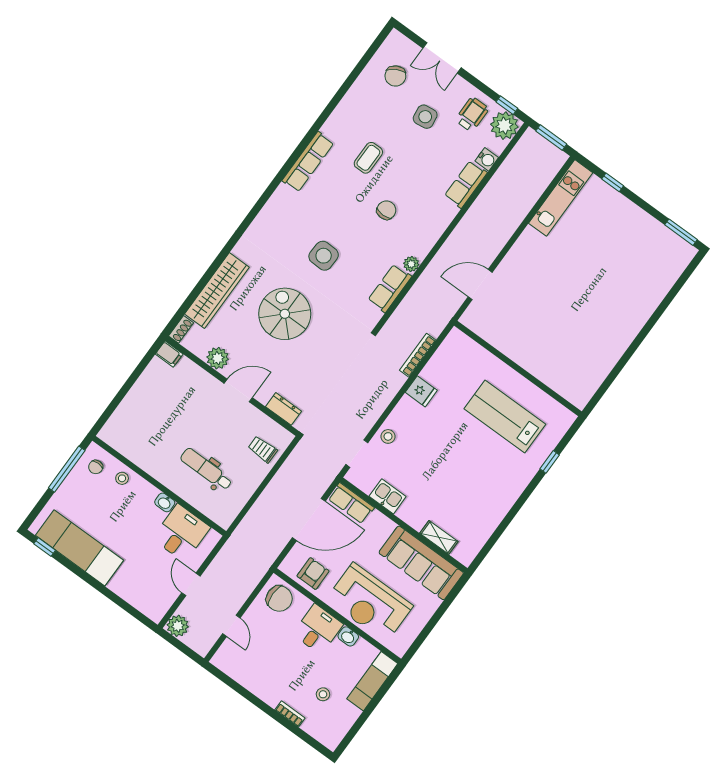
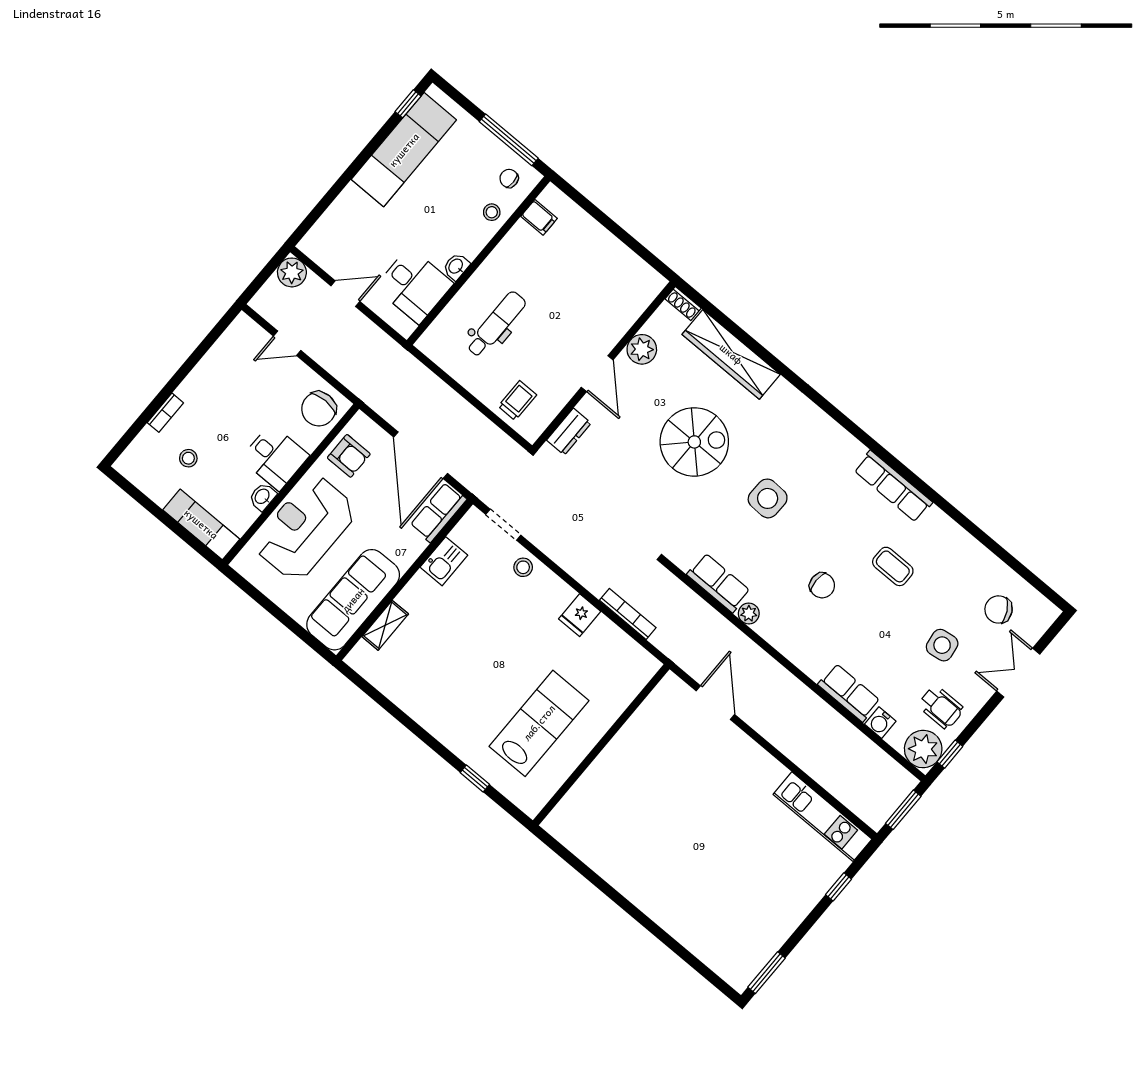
filing cabinet: (169, 354) -> (539, 217), moved, turned -90

